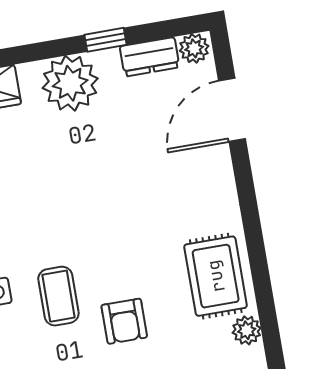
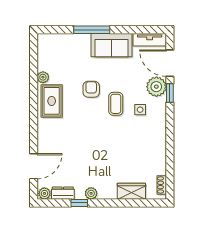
plant: (70, 83) -> (91, 193), width x0.53, depth x0.53

